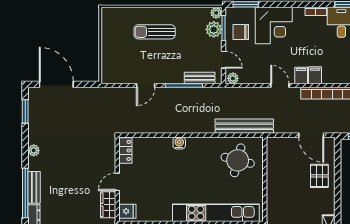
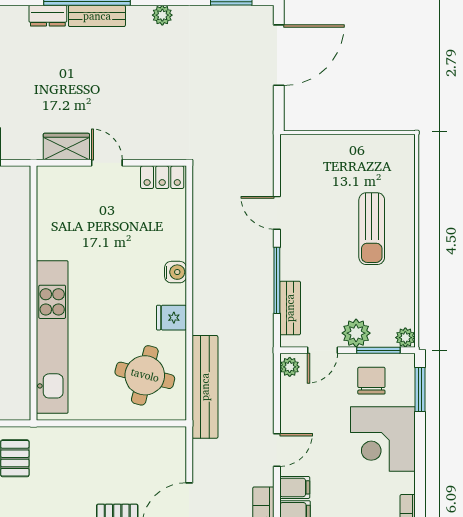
plant: (214, 29) -> (356, 333), moved
sun lounger: (155, 32) -> (372, 229), turned 180
fridge: (127, 211) -> (171, 318), moved, turned 90

